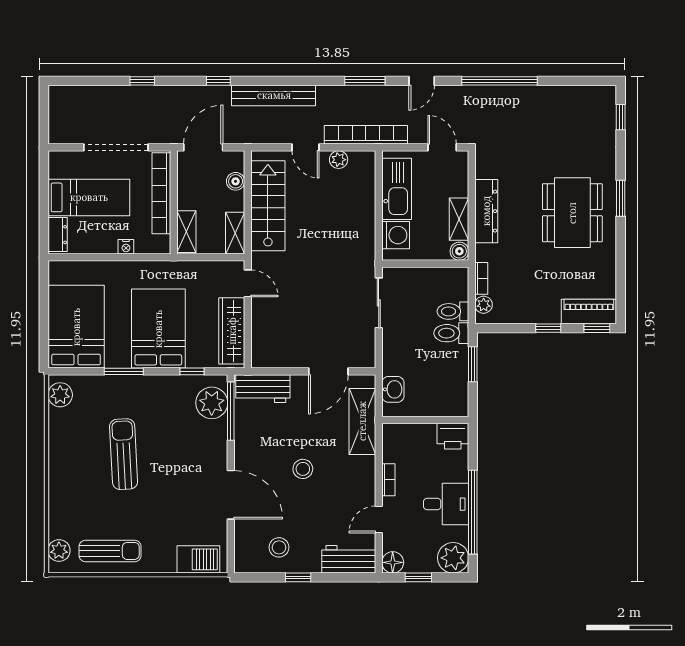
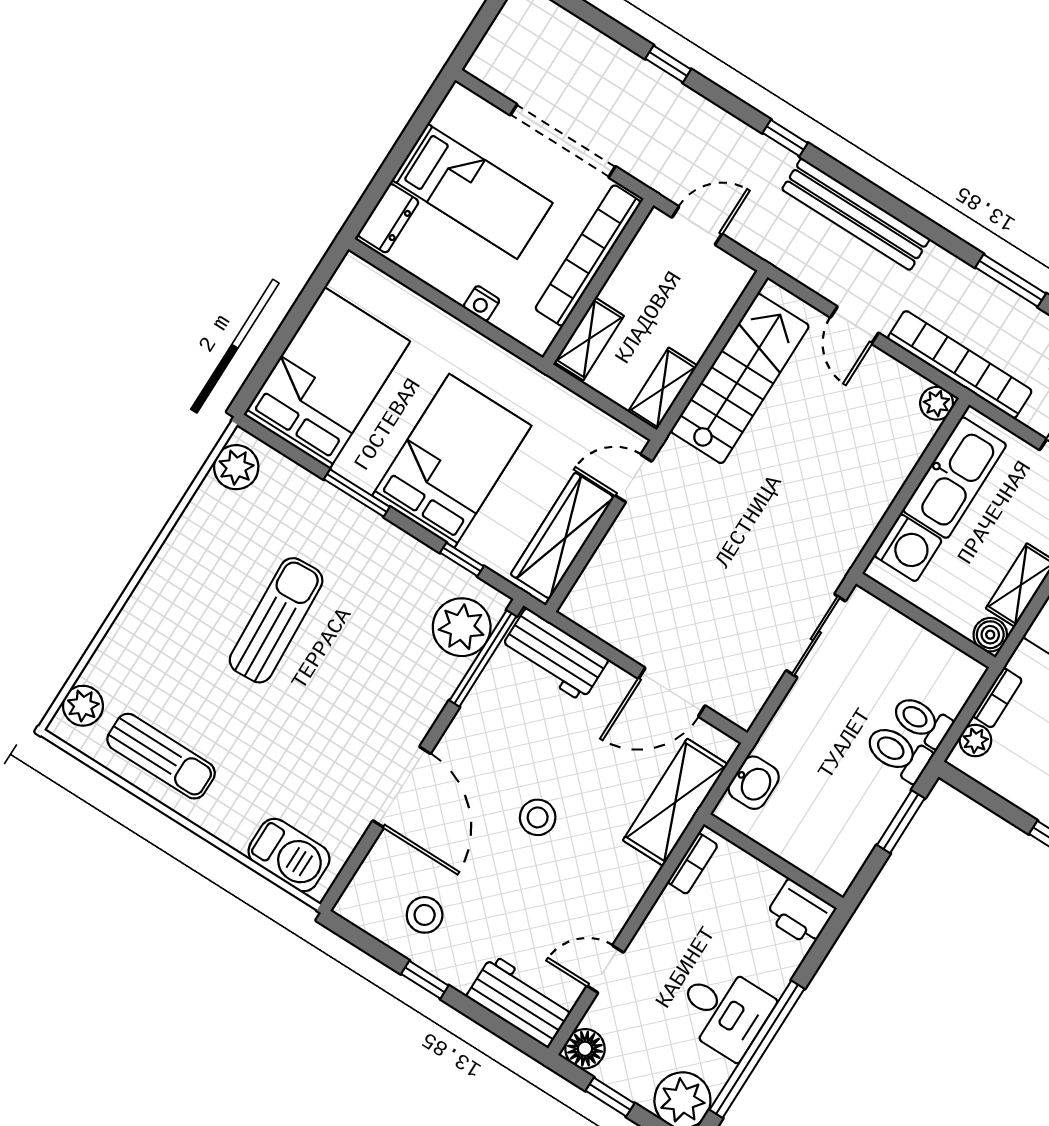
door: (203, 147) -> (697, 226), width x0.73
plant: (339, 160) -> (937, 403), moved
boiler: (236, 181) -> (714, 309), removed
door: (248, 283) -> (633, 478), swing flipped
bookcase: (388, 480) -> (693, 864), moved

